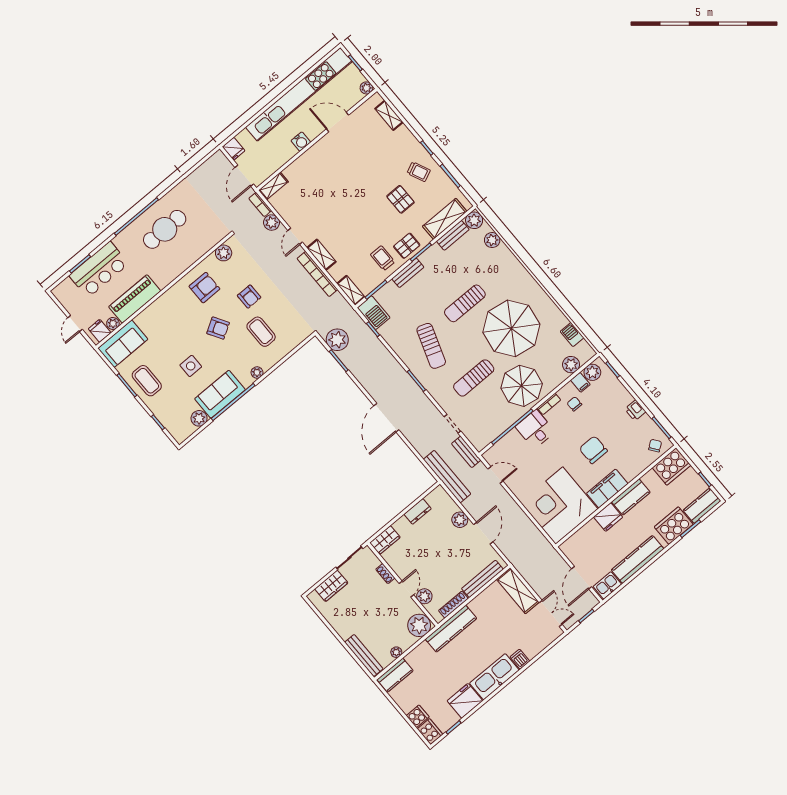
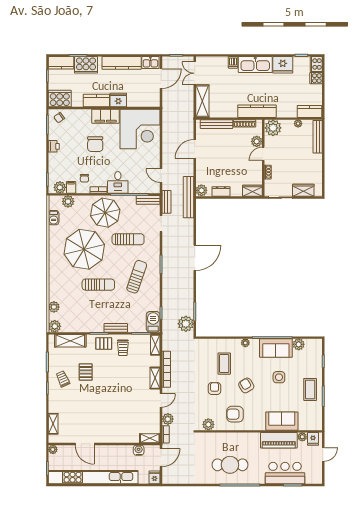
water cooler: (301, 142) -> (139, 450), moved
bench: (453, 235) -> (148, 200), moved
sofa: (123, 344) -> (282, 421), moved
plant: (460, 520) -> (201, 190), moved

